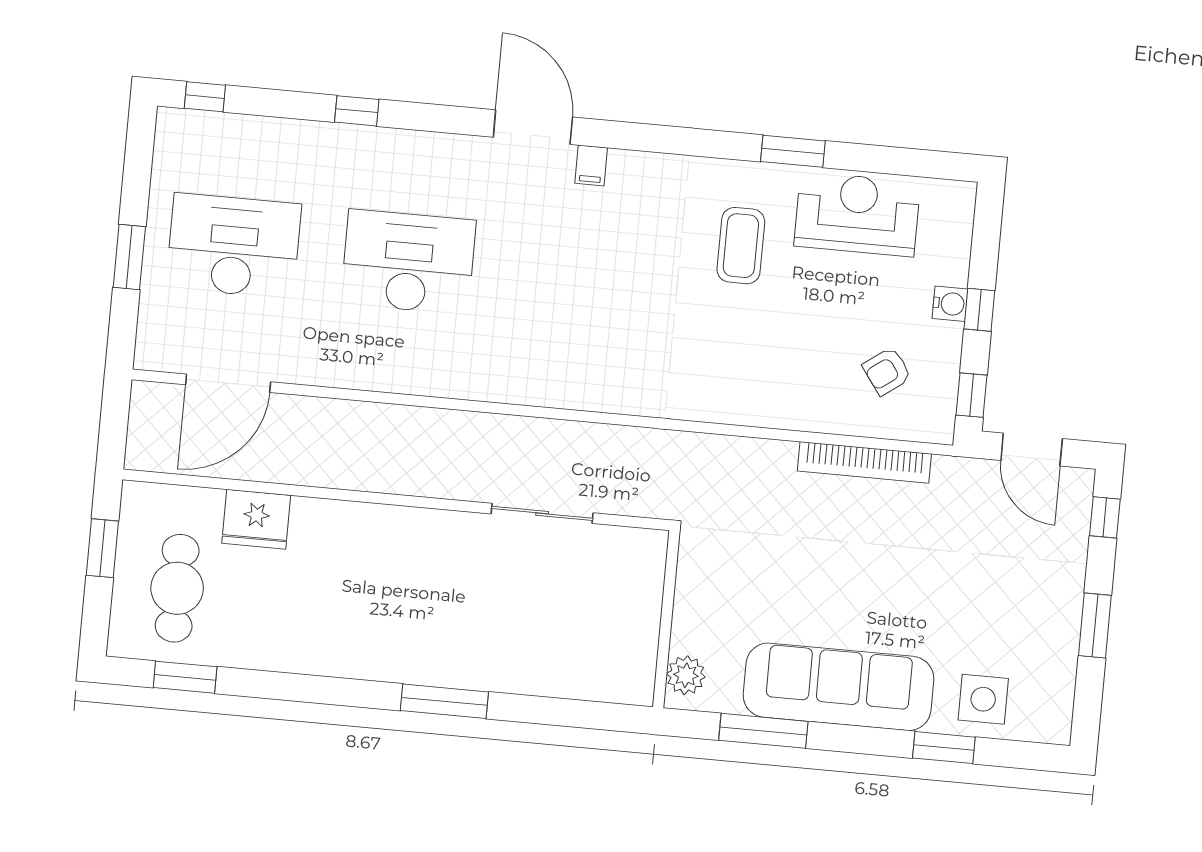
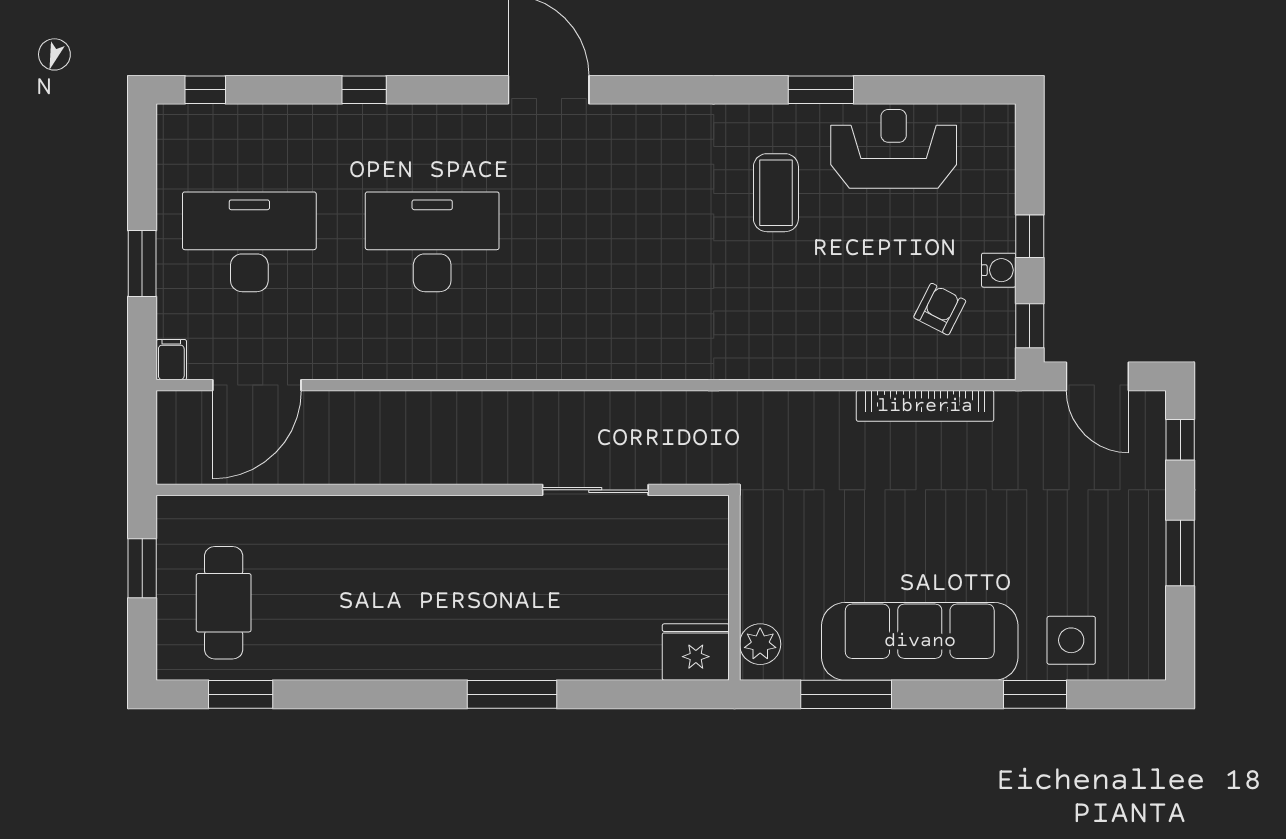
filing cabinet: (591, 165) -> (171, 360), moved, turned 180
water cooler: (950, 304) -> (999, 270), moved
armchair: (887, 371) -> (940, 309), turned 153
fridge: (256, 519) -> (696, 652), moved, turned 180

